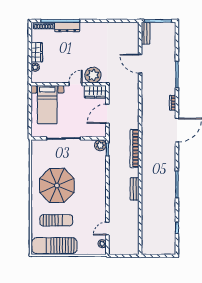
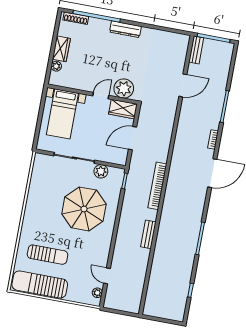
dresser: (67, 27) -> (125, 29), moved
door: (140, 64) -> (183, 85), swing flipped
plant: (100, 145) -> (101, 171), moved
parasol: (57, 185) -> (84, 209), moved
door: (107, 229) -> (107, 276), hinge flipped

